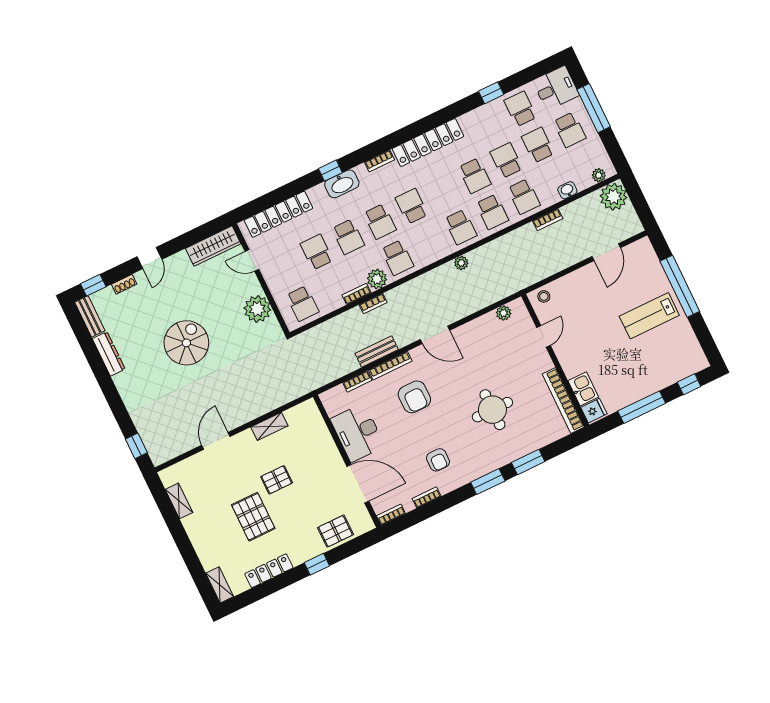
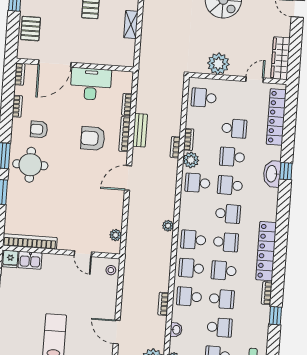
school desk: (520, 109) -> (226, 242), moved
bookcase: (379, 161) -> (267, 293), moved
round table: (492, 410) -> (30, 165), moved

